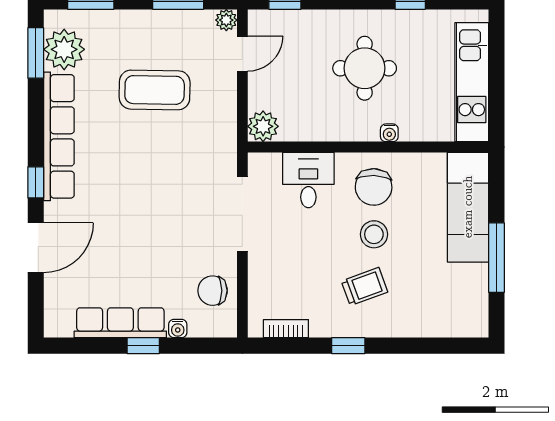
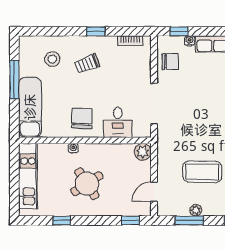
plant: (226, 20) -> (196, 210), moved
round table: (365, 68) -> (87, 184), turned -33
stool: (374, 234) -> (52, 59), moved
window: (143, 346) -> (179, 31), moved

